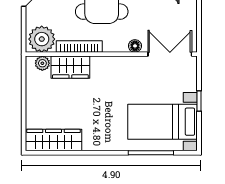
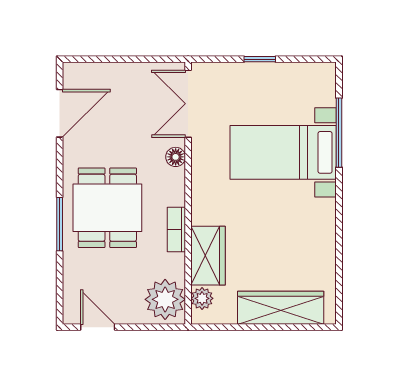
bookcase: (79, 46) -> (176, 229), width x0.64
bed with nightstands: (162, 122) -> (283, 152), moved, turned 90
wardrobe: (54, 140) -> (281, 308), moved, turned 90

